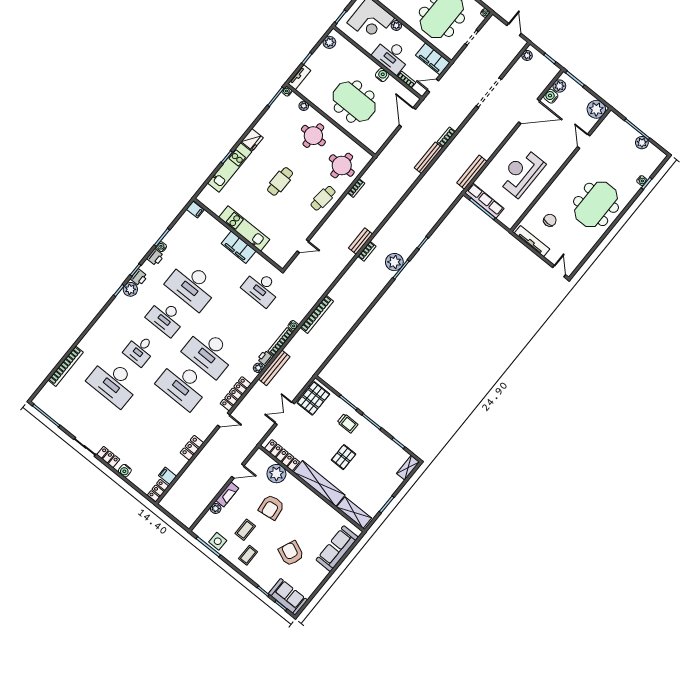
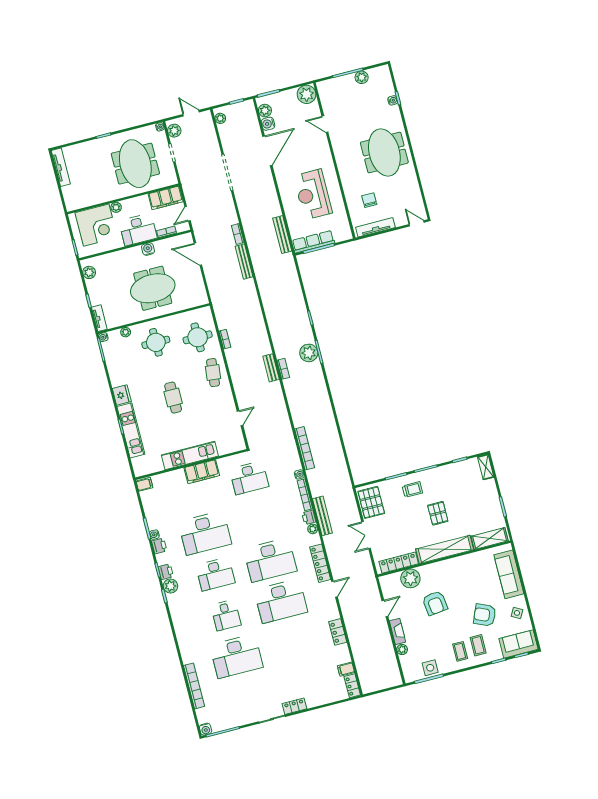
plant: (491, 26) -> (174, 131), added
water cooler: (125, 471) -> (206, 729), moved
coffee table: (245, 530) -> (478, 645), moved
side table: (311, 577) -> (517, 613), added

